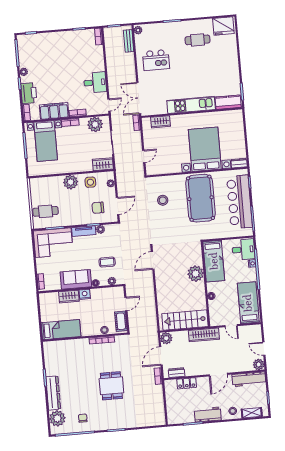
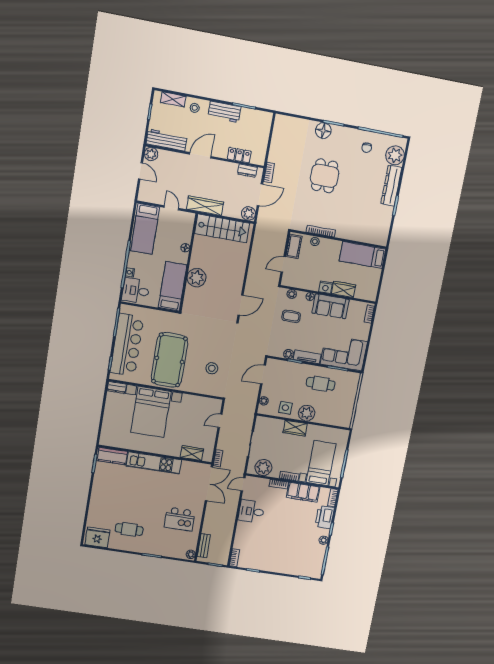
kitchen island: (156, 60) -> (180, 519), turned 180
wardrobe: (103, 164) -> (295, 428), moved
chair: (98, 208) -> (285, 378), removed
cafe table: (46, 211) -> (321, 384), moved
floor lamp: (123, 422) -> (323, 131), added

